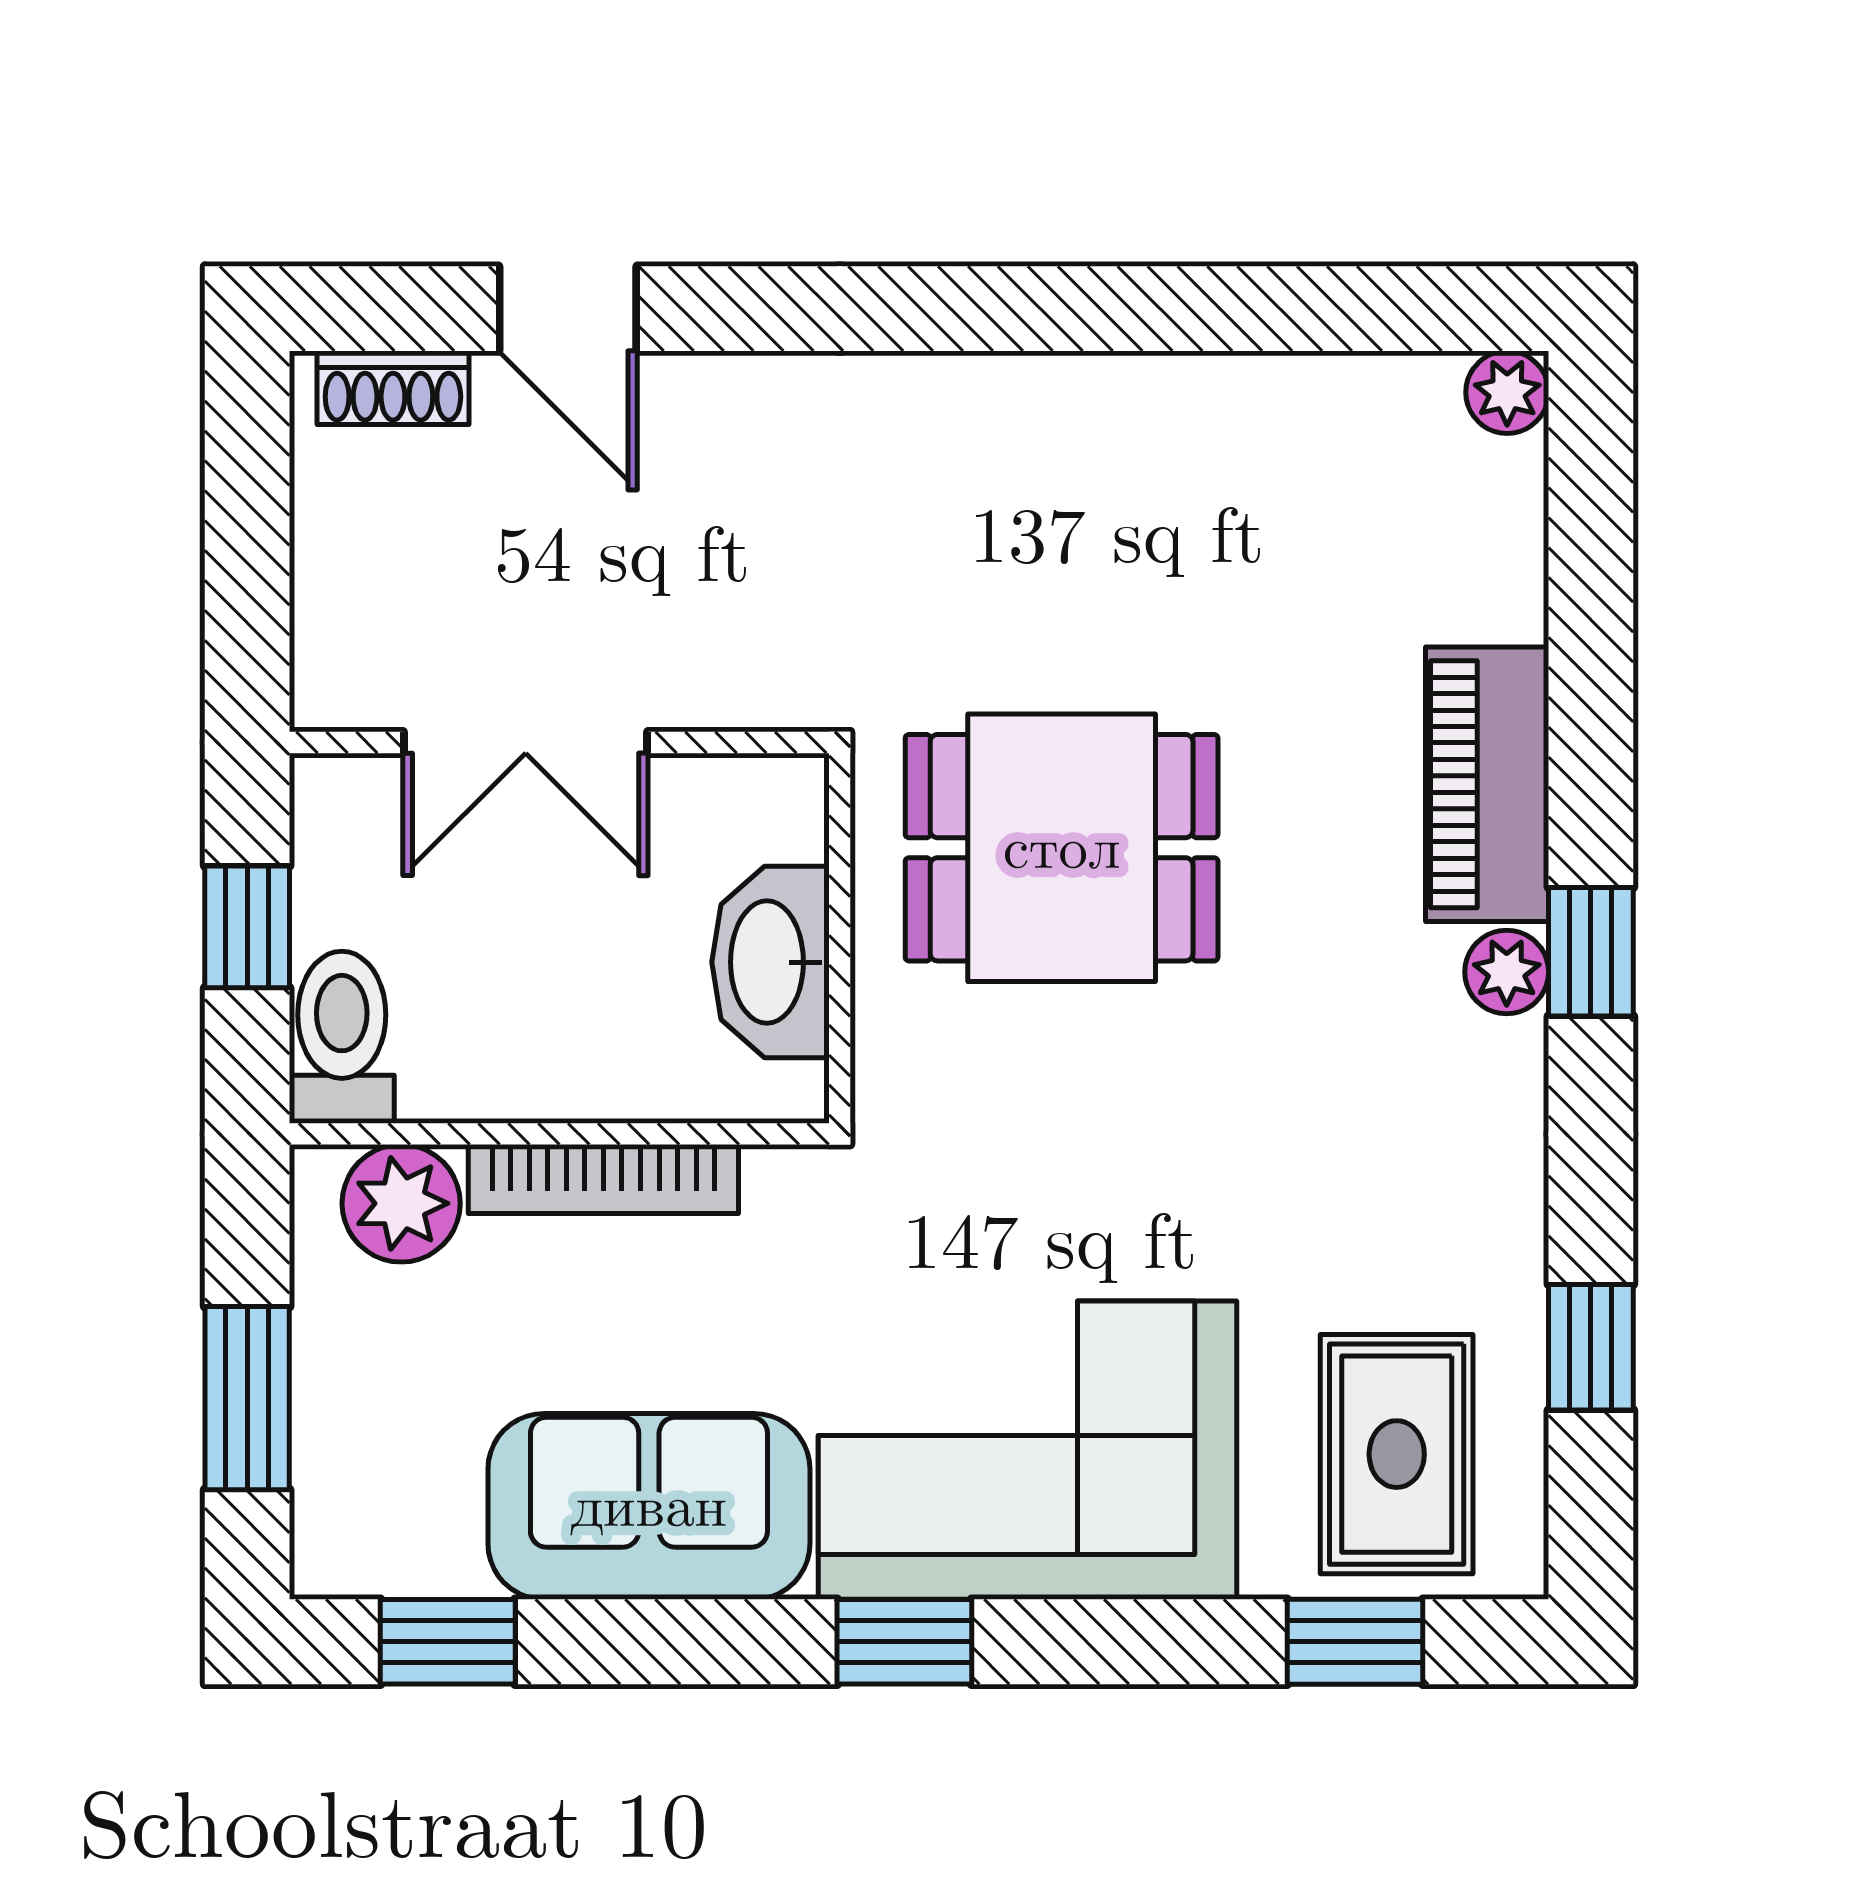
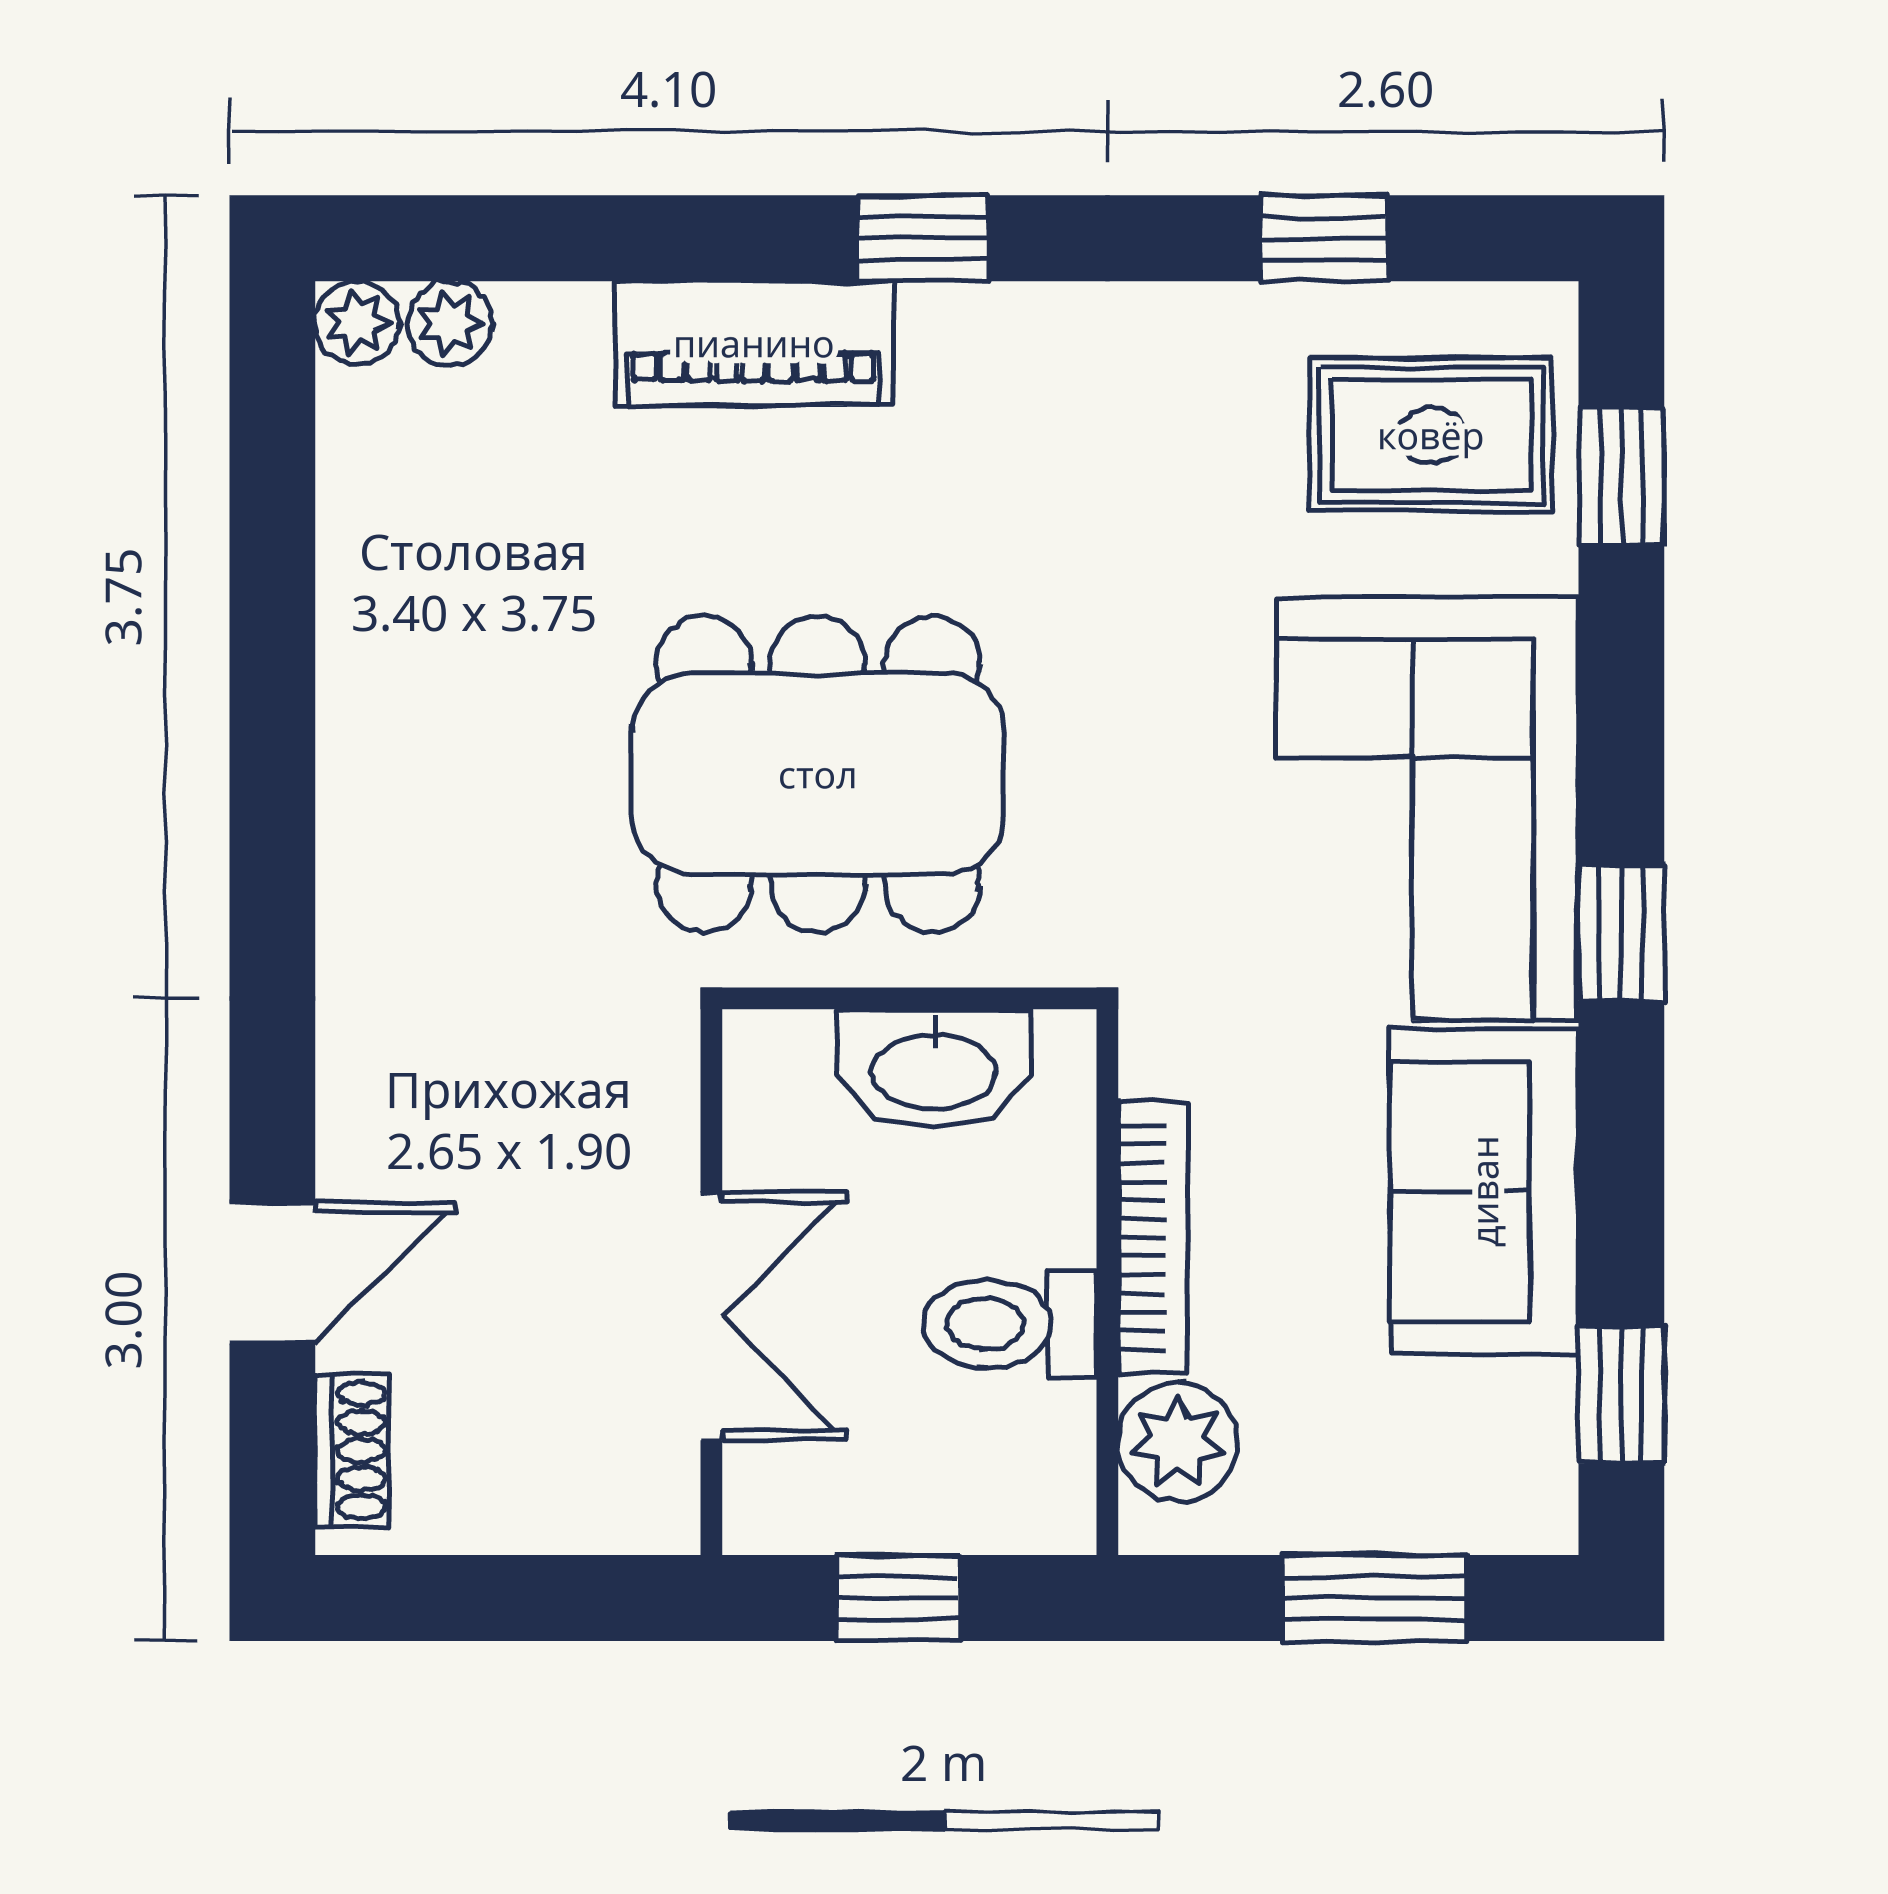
dining table: (1062, 848) -> (818, 774), width x1.38
plant: (1507, 972) -> (450, 323), moved
toilet: (342, 1037) -> (1010, 1324), moved

